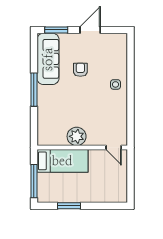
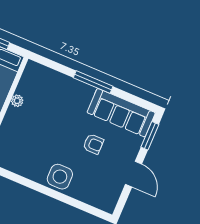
side table: (115, 84) -> (60, 177), width x1.87, depth x1.87
plant: (77, 136) -> (17, 101), width x0.53, depth x0.53

